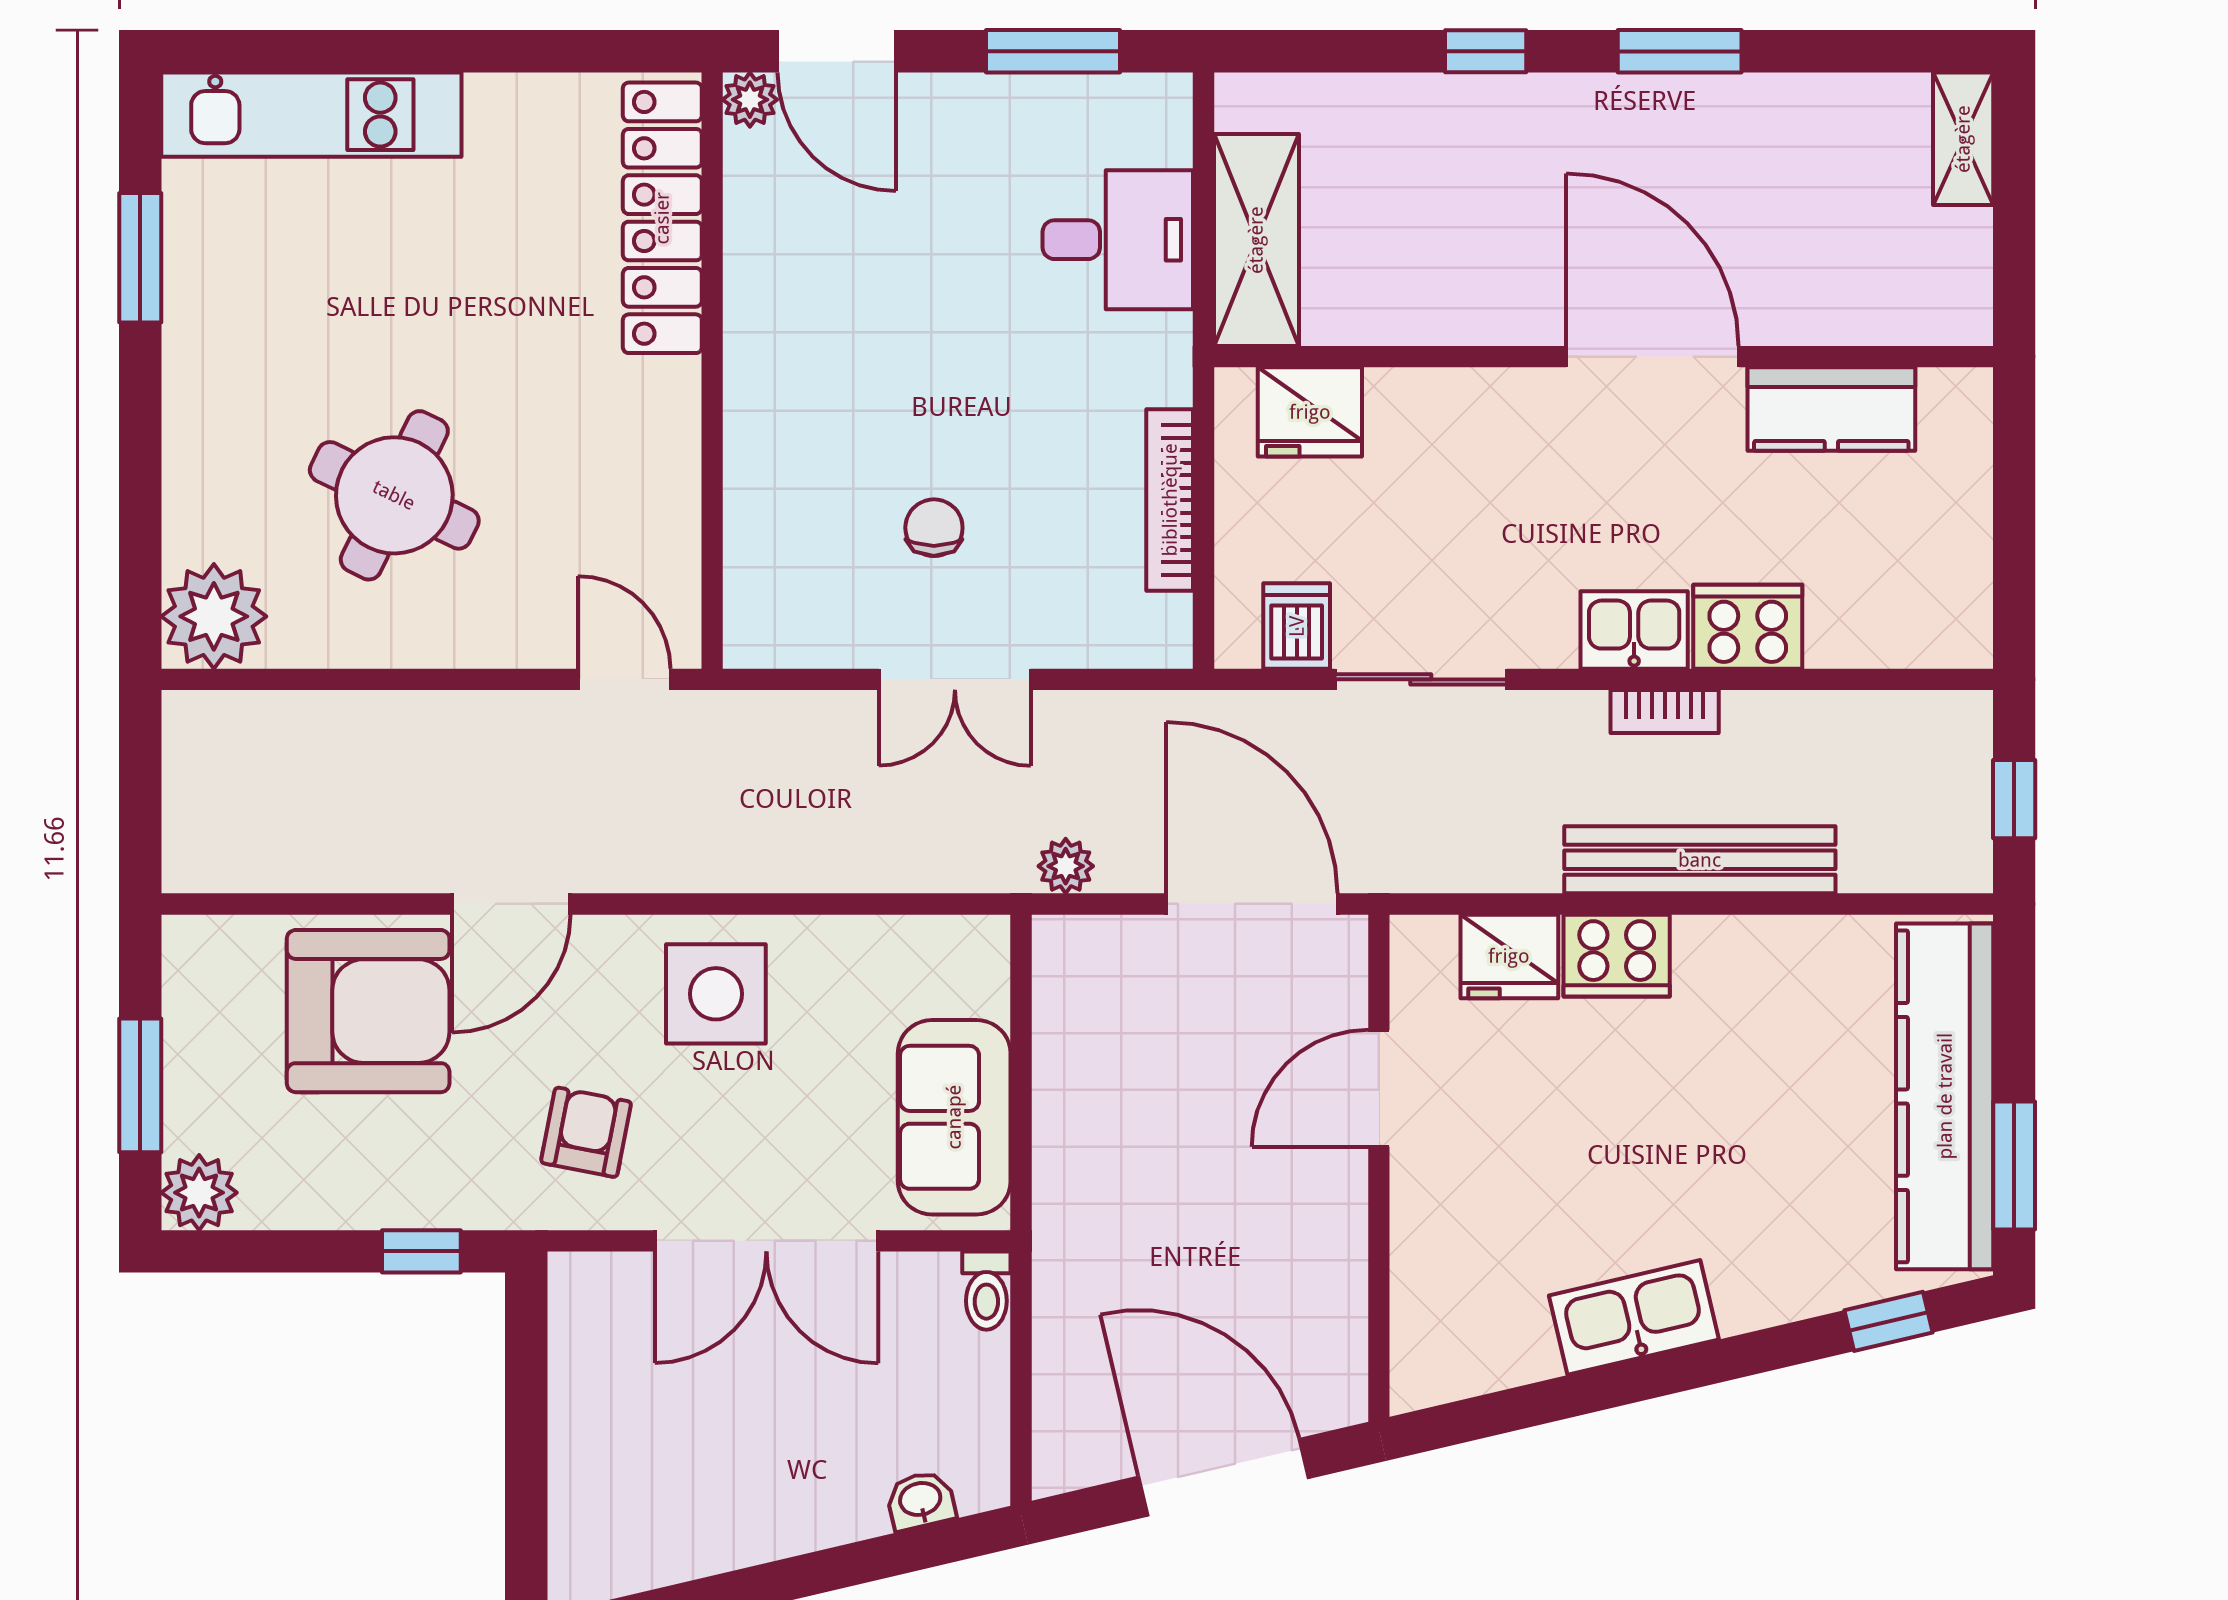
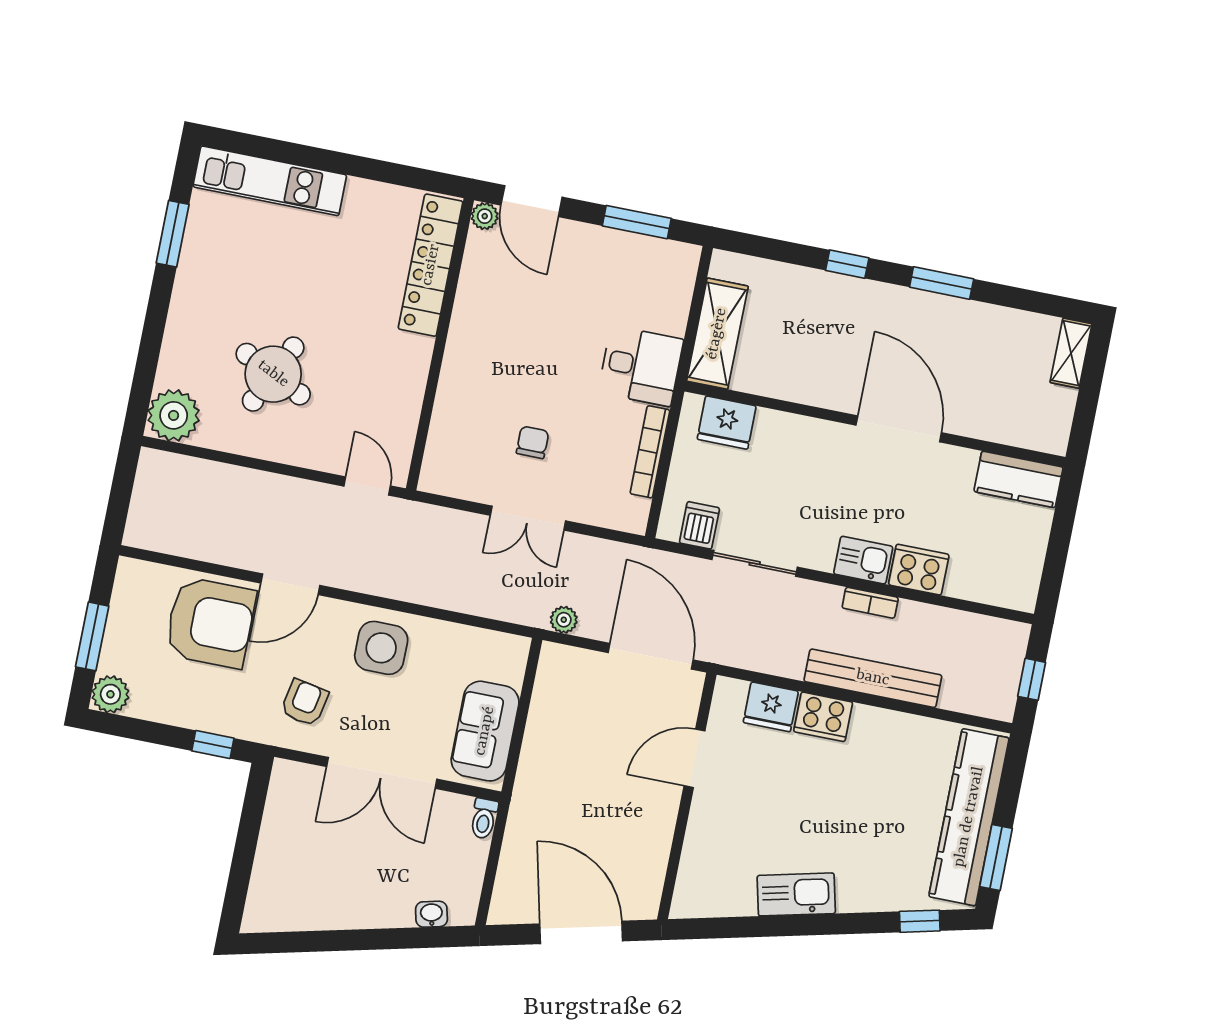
desk: (1118, 240) -> (641, 366), moved
kitchen counter: (1831, 409) -> (1019, 479), moved

